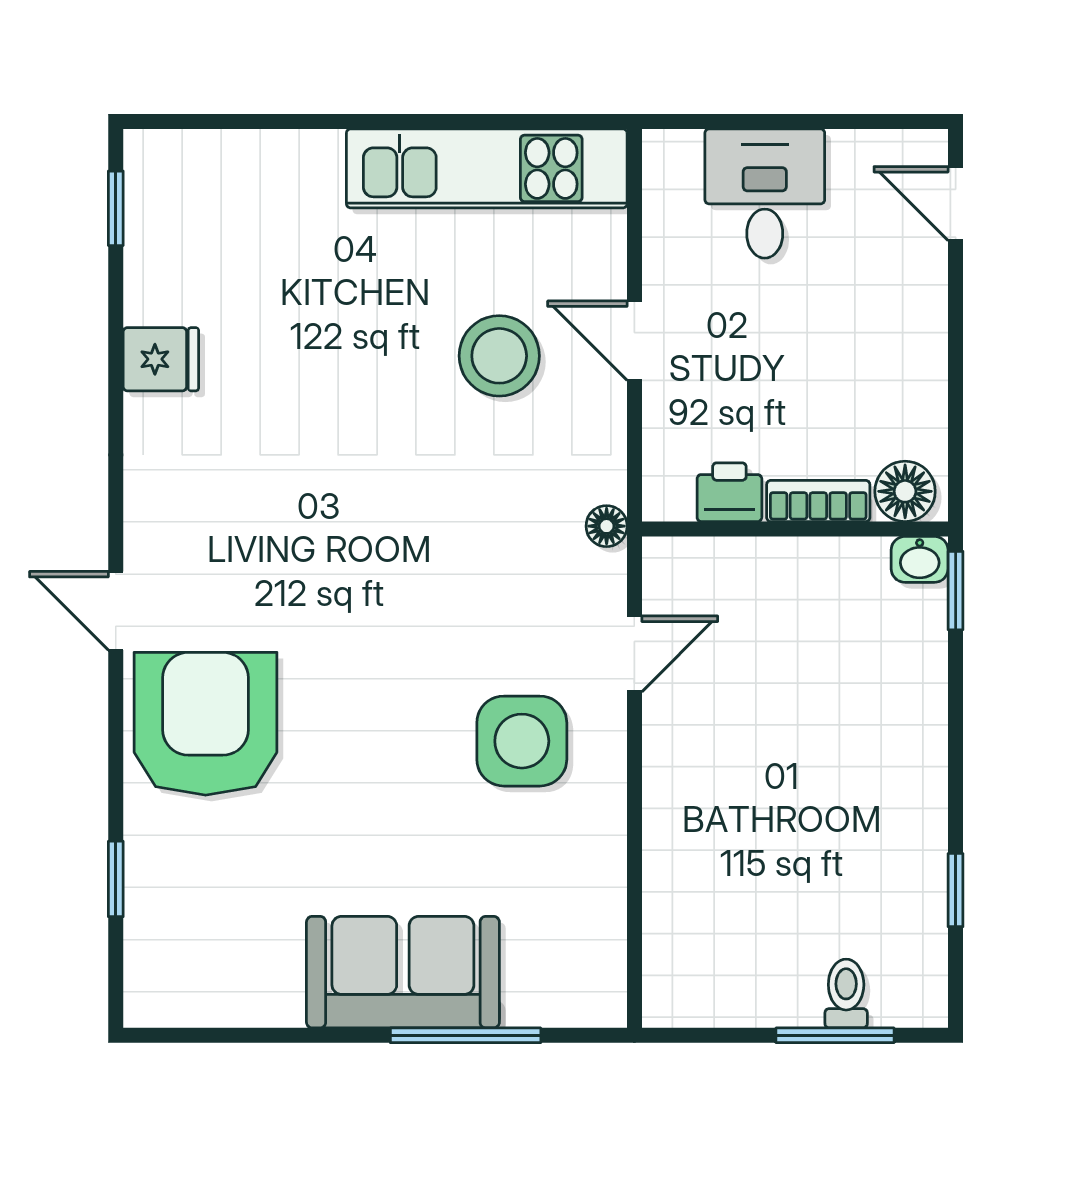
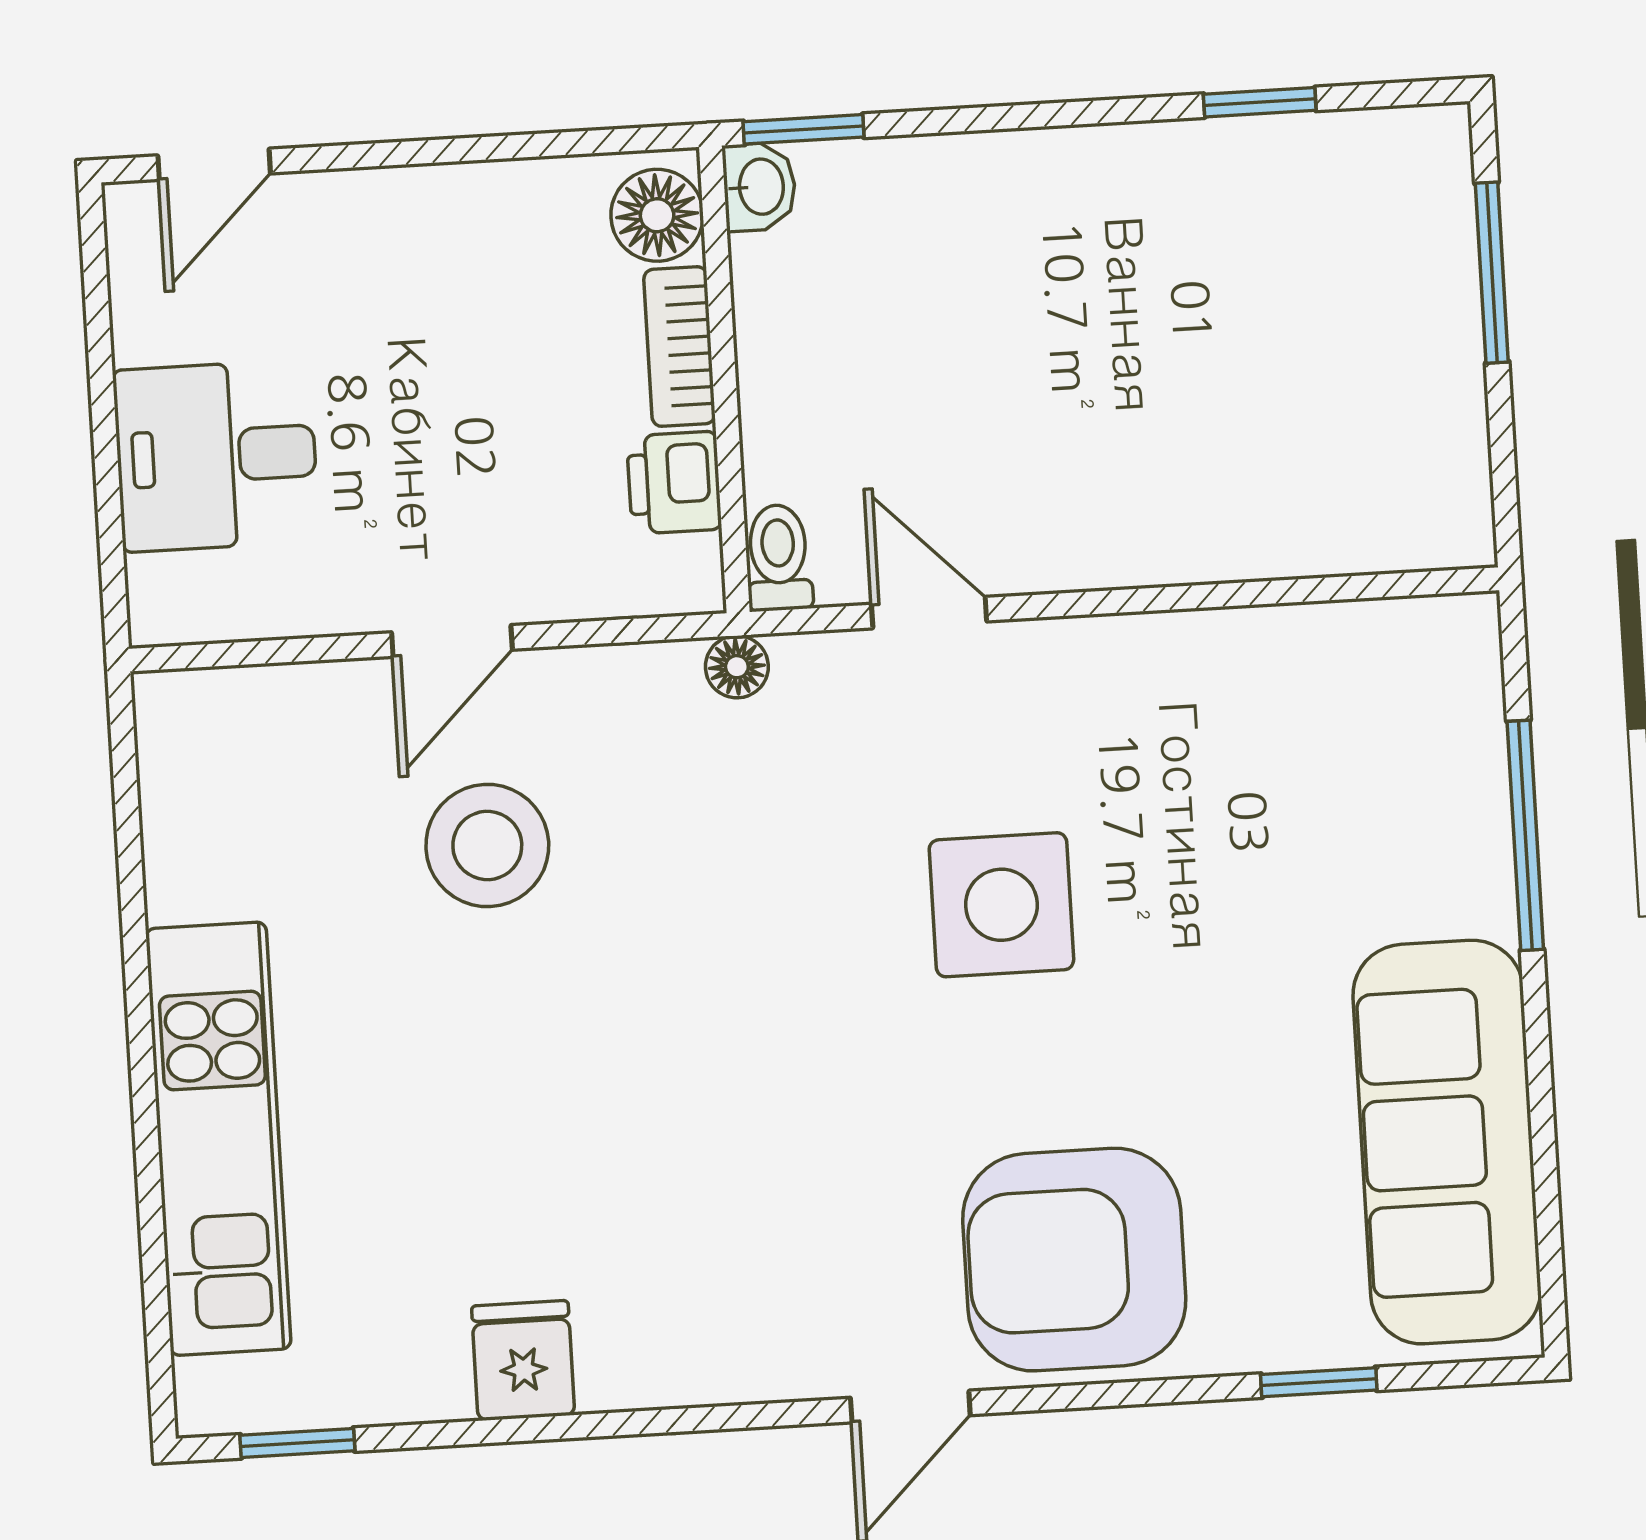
kitchen unit: (487, 168) -> (218, 1139), moved
side table: (522, 741) -> (1001, 905), moved
sofa: (403, 972) -> (1447, 1142), moved, width x1.36
toilet: (846, 993) -> (779, 558), moved, turned 90

